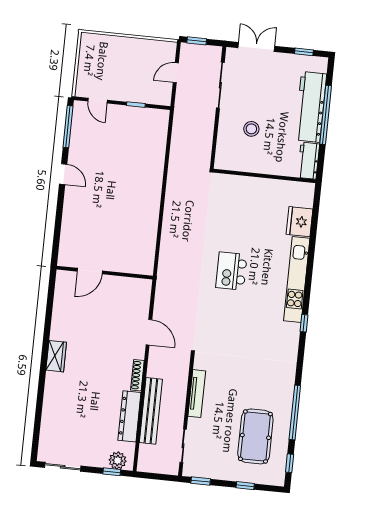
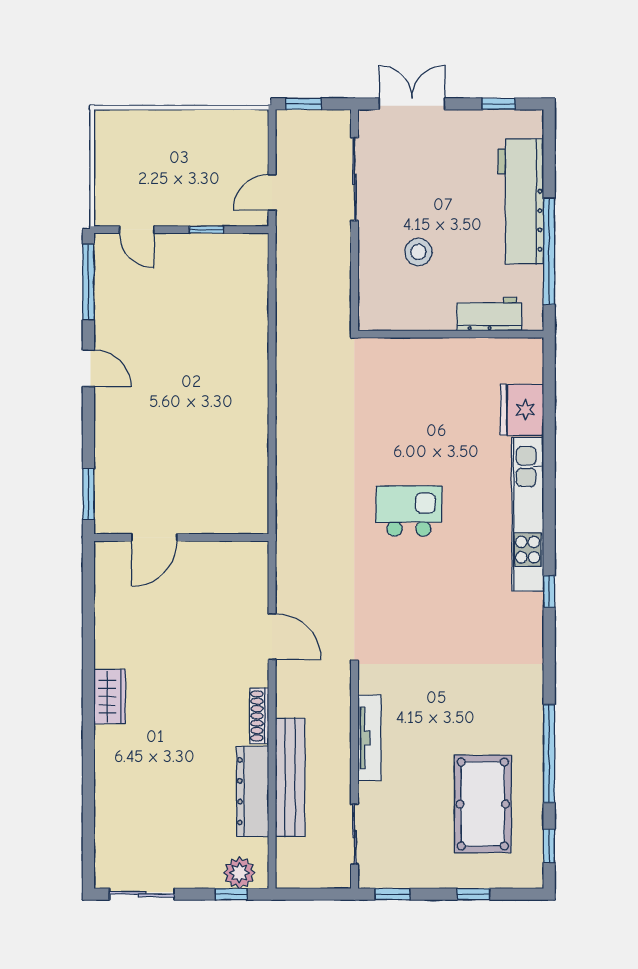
door: (176, 73) -> (272, 192), moved
window: (326, 115) -> (549, 252), moved
workbench: (308, 161) -> (489, 314), moved, turned 90
window: (56, 243) -> (88, 494), added
kitchen island: (231, 271) -> (409, 511), turned 90

